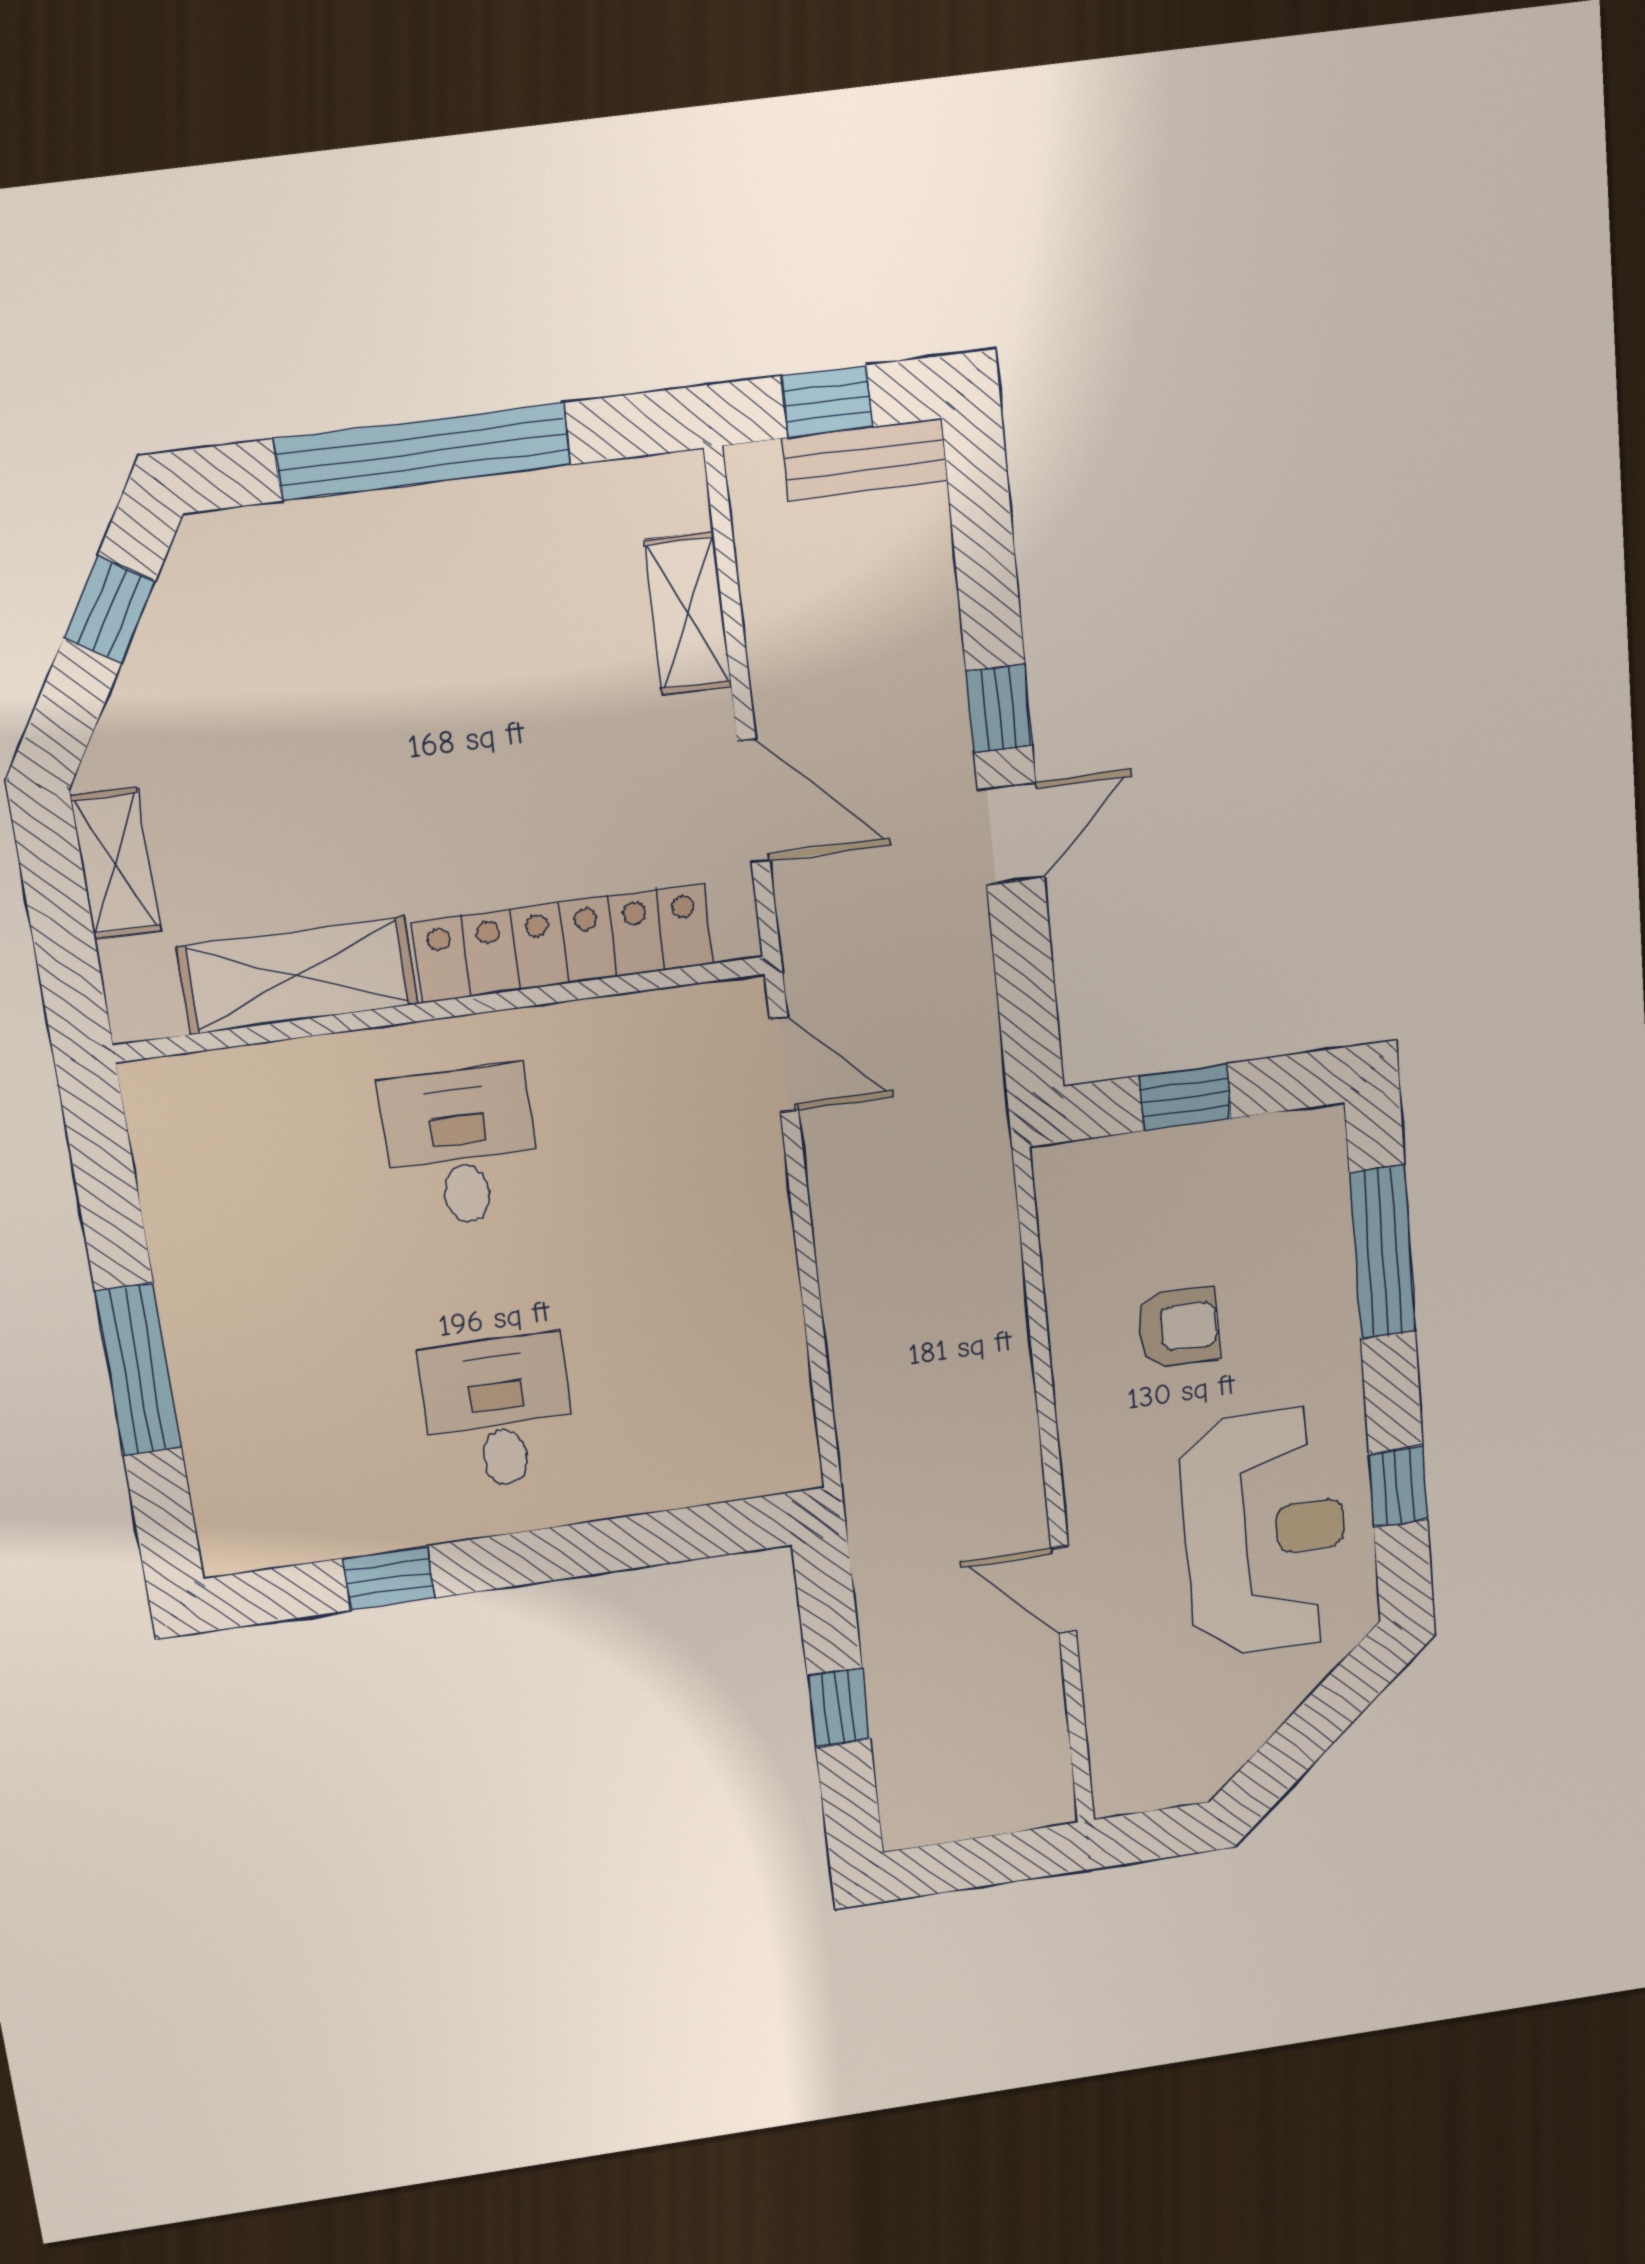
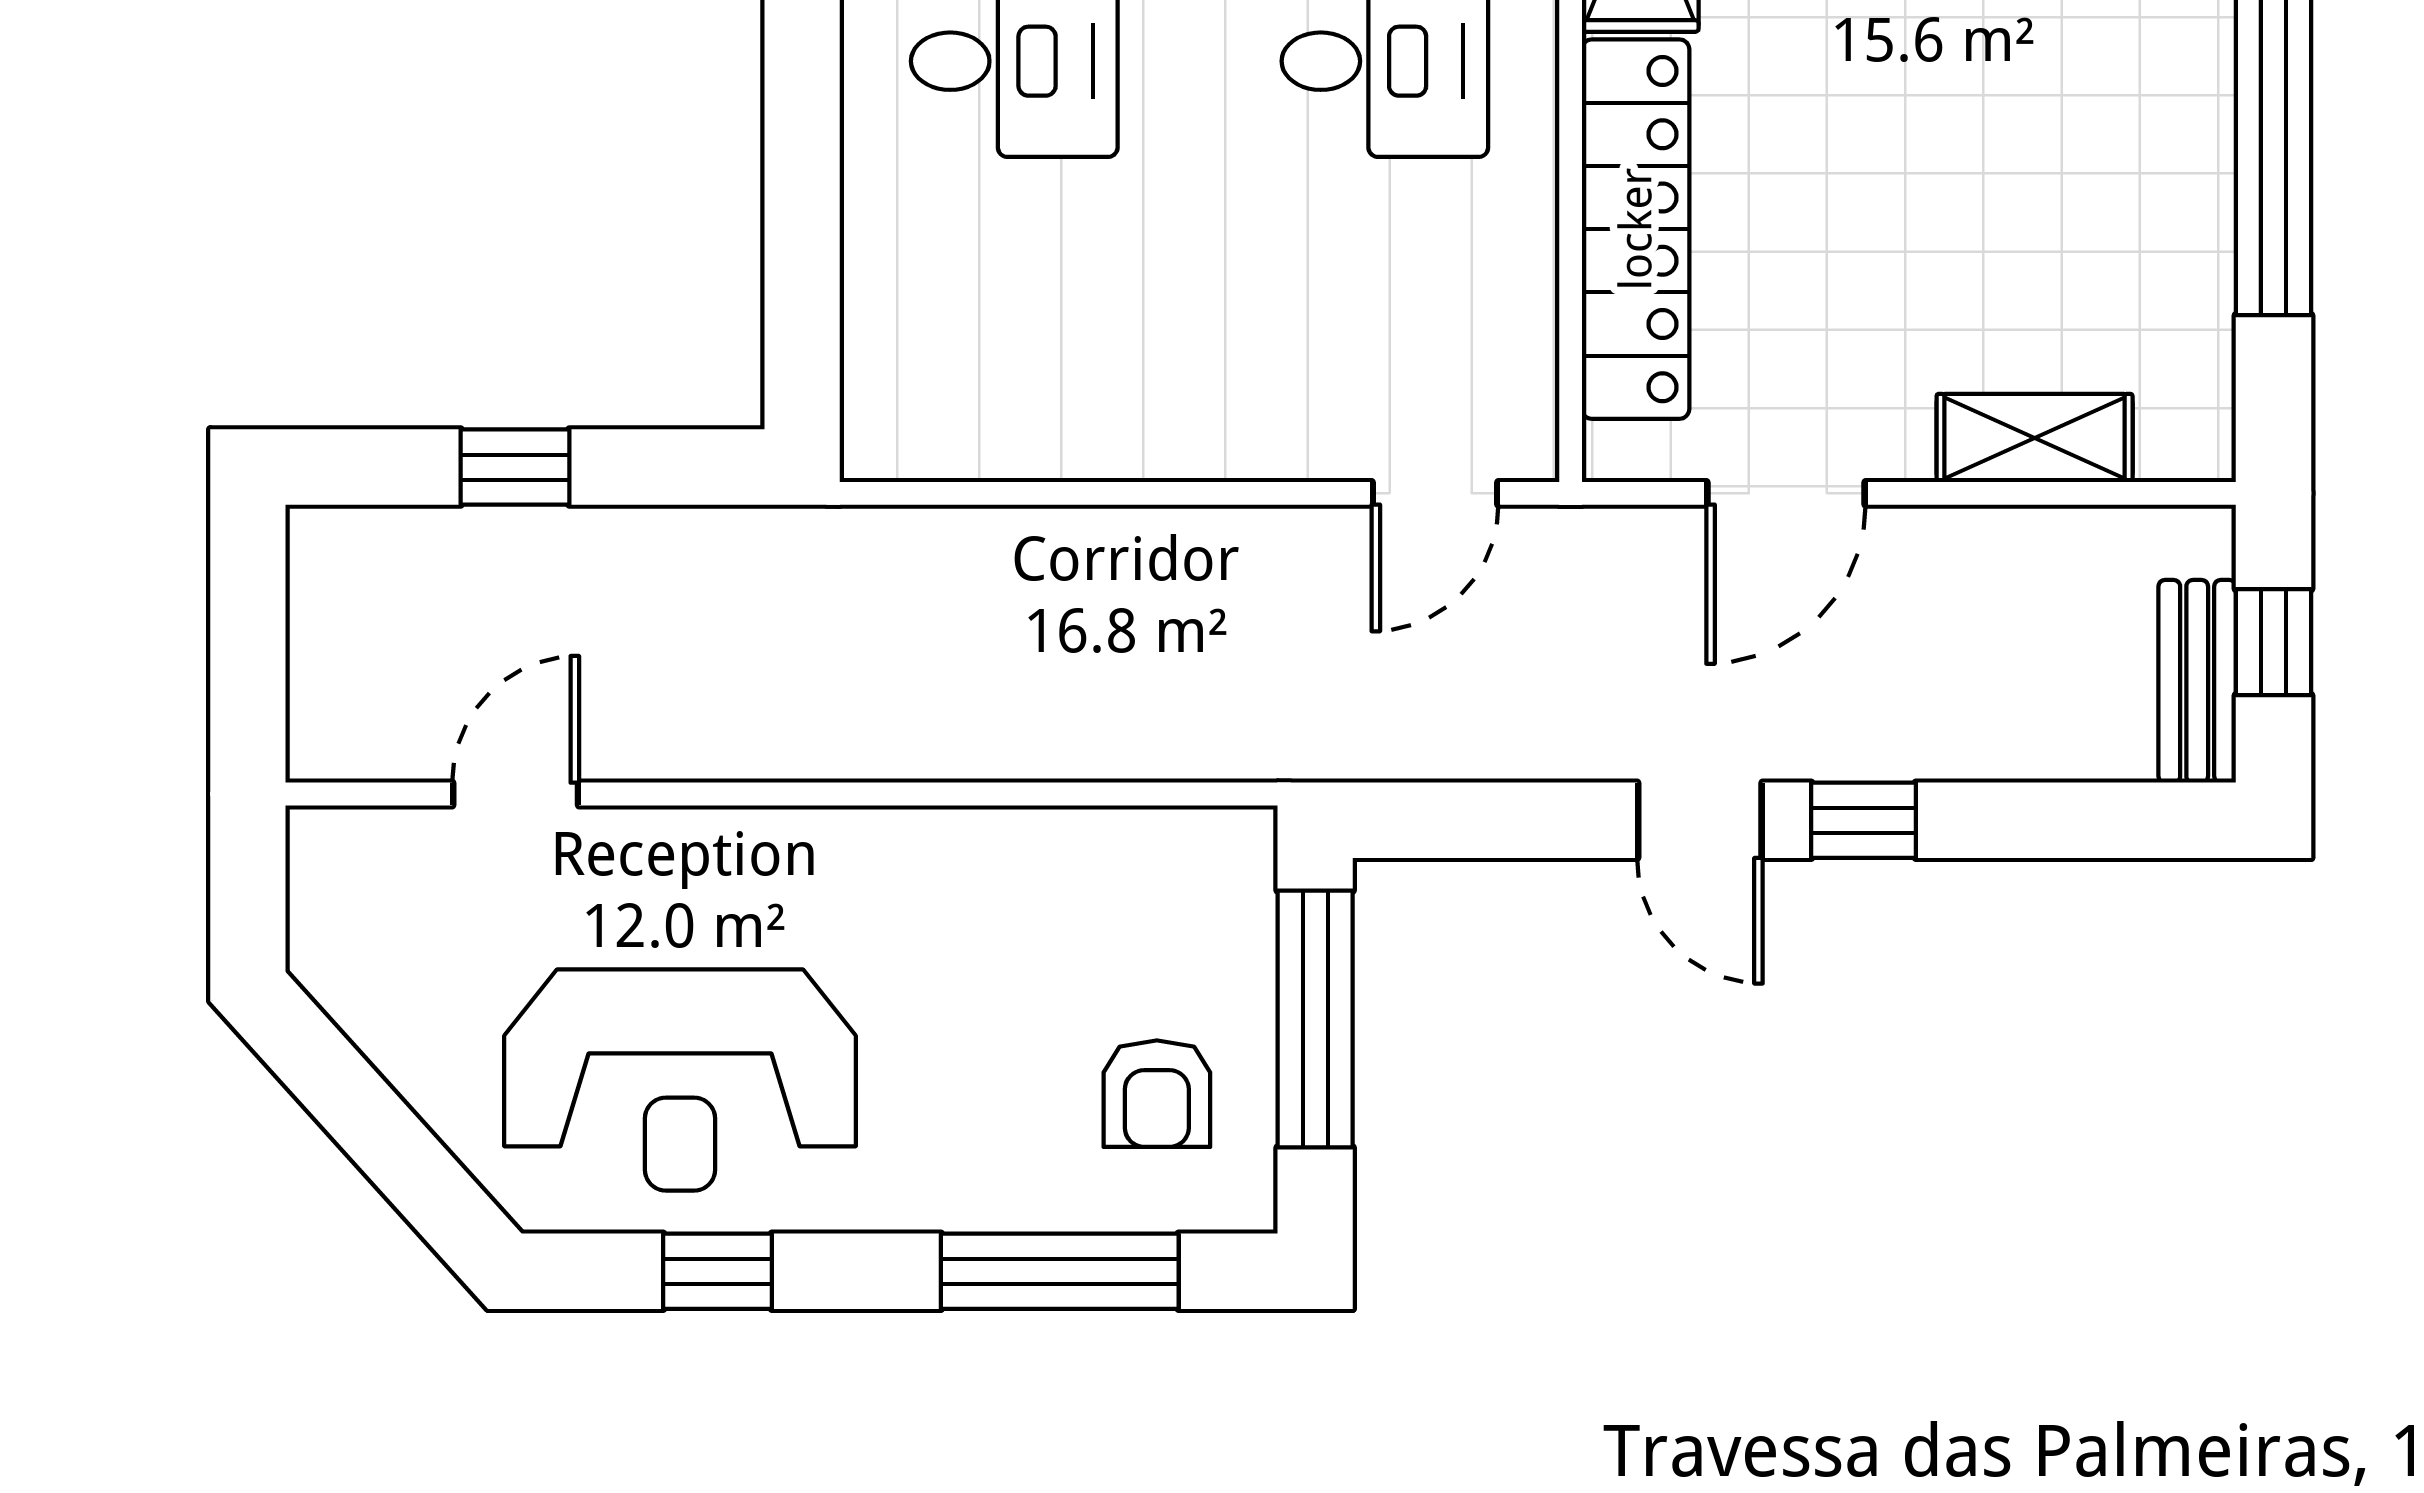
window: (1185, 1097) -> (1315, 1019), width x2.17
armchair: (1178, 1328) -> (1157, 1094), moved
door: (1064, 1590) -> (516, 794), moved

